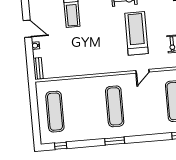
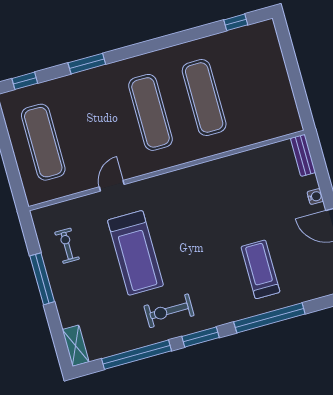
exercise mat: (55, 112) -> (204, 98), moved
window: (115, 141) -> (87, 64), moved

